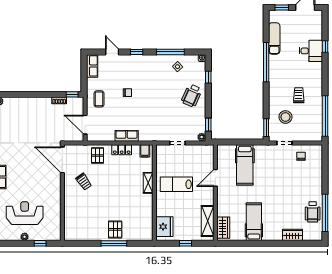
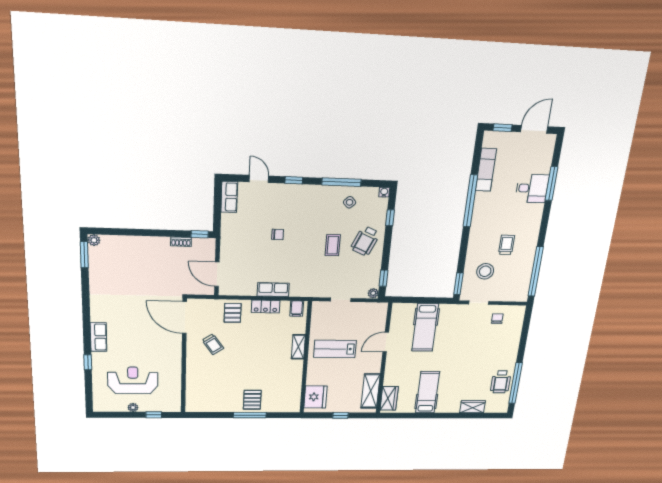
window: (325, 47) -> (552, 183), width x2.17
coffee table: (99, 99) -> (333, 245), moved

